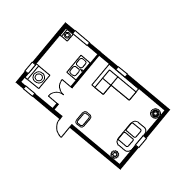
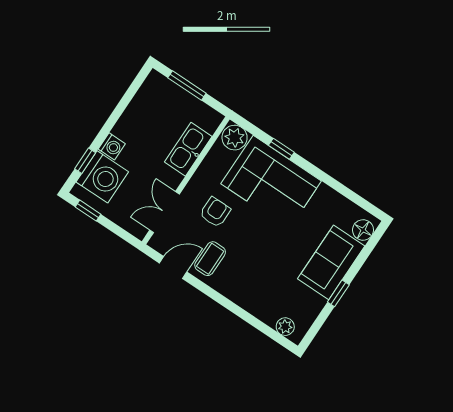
washing machine: (67, 35) -> (112, 146), moved
plant: (101, 64) -> (235, 138), added
armchair: (88, 98) -> (215, 212), added
door: (66, 122) -> (173, 268), swing flipped
sofa: (131, 136) -> (331, 262), moved

